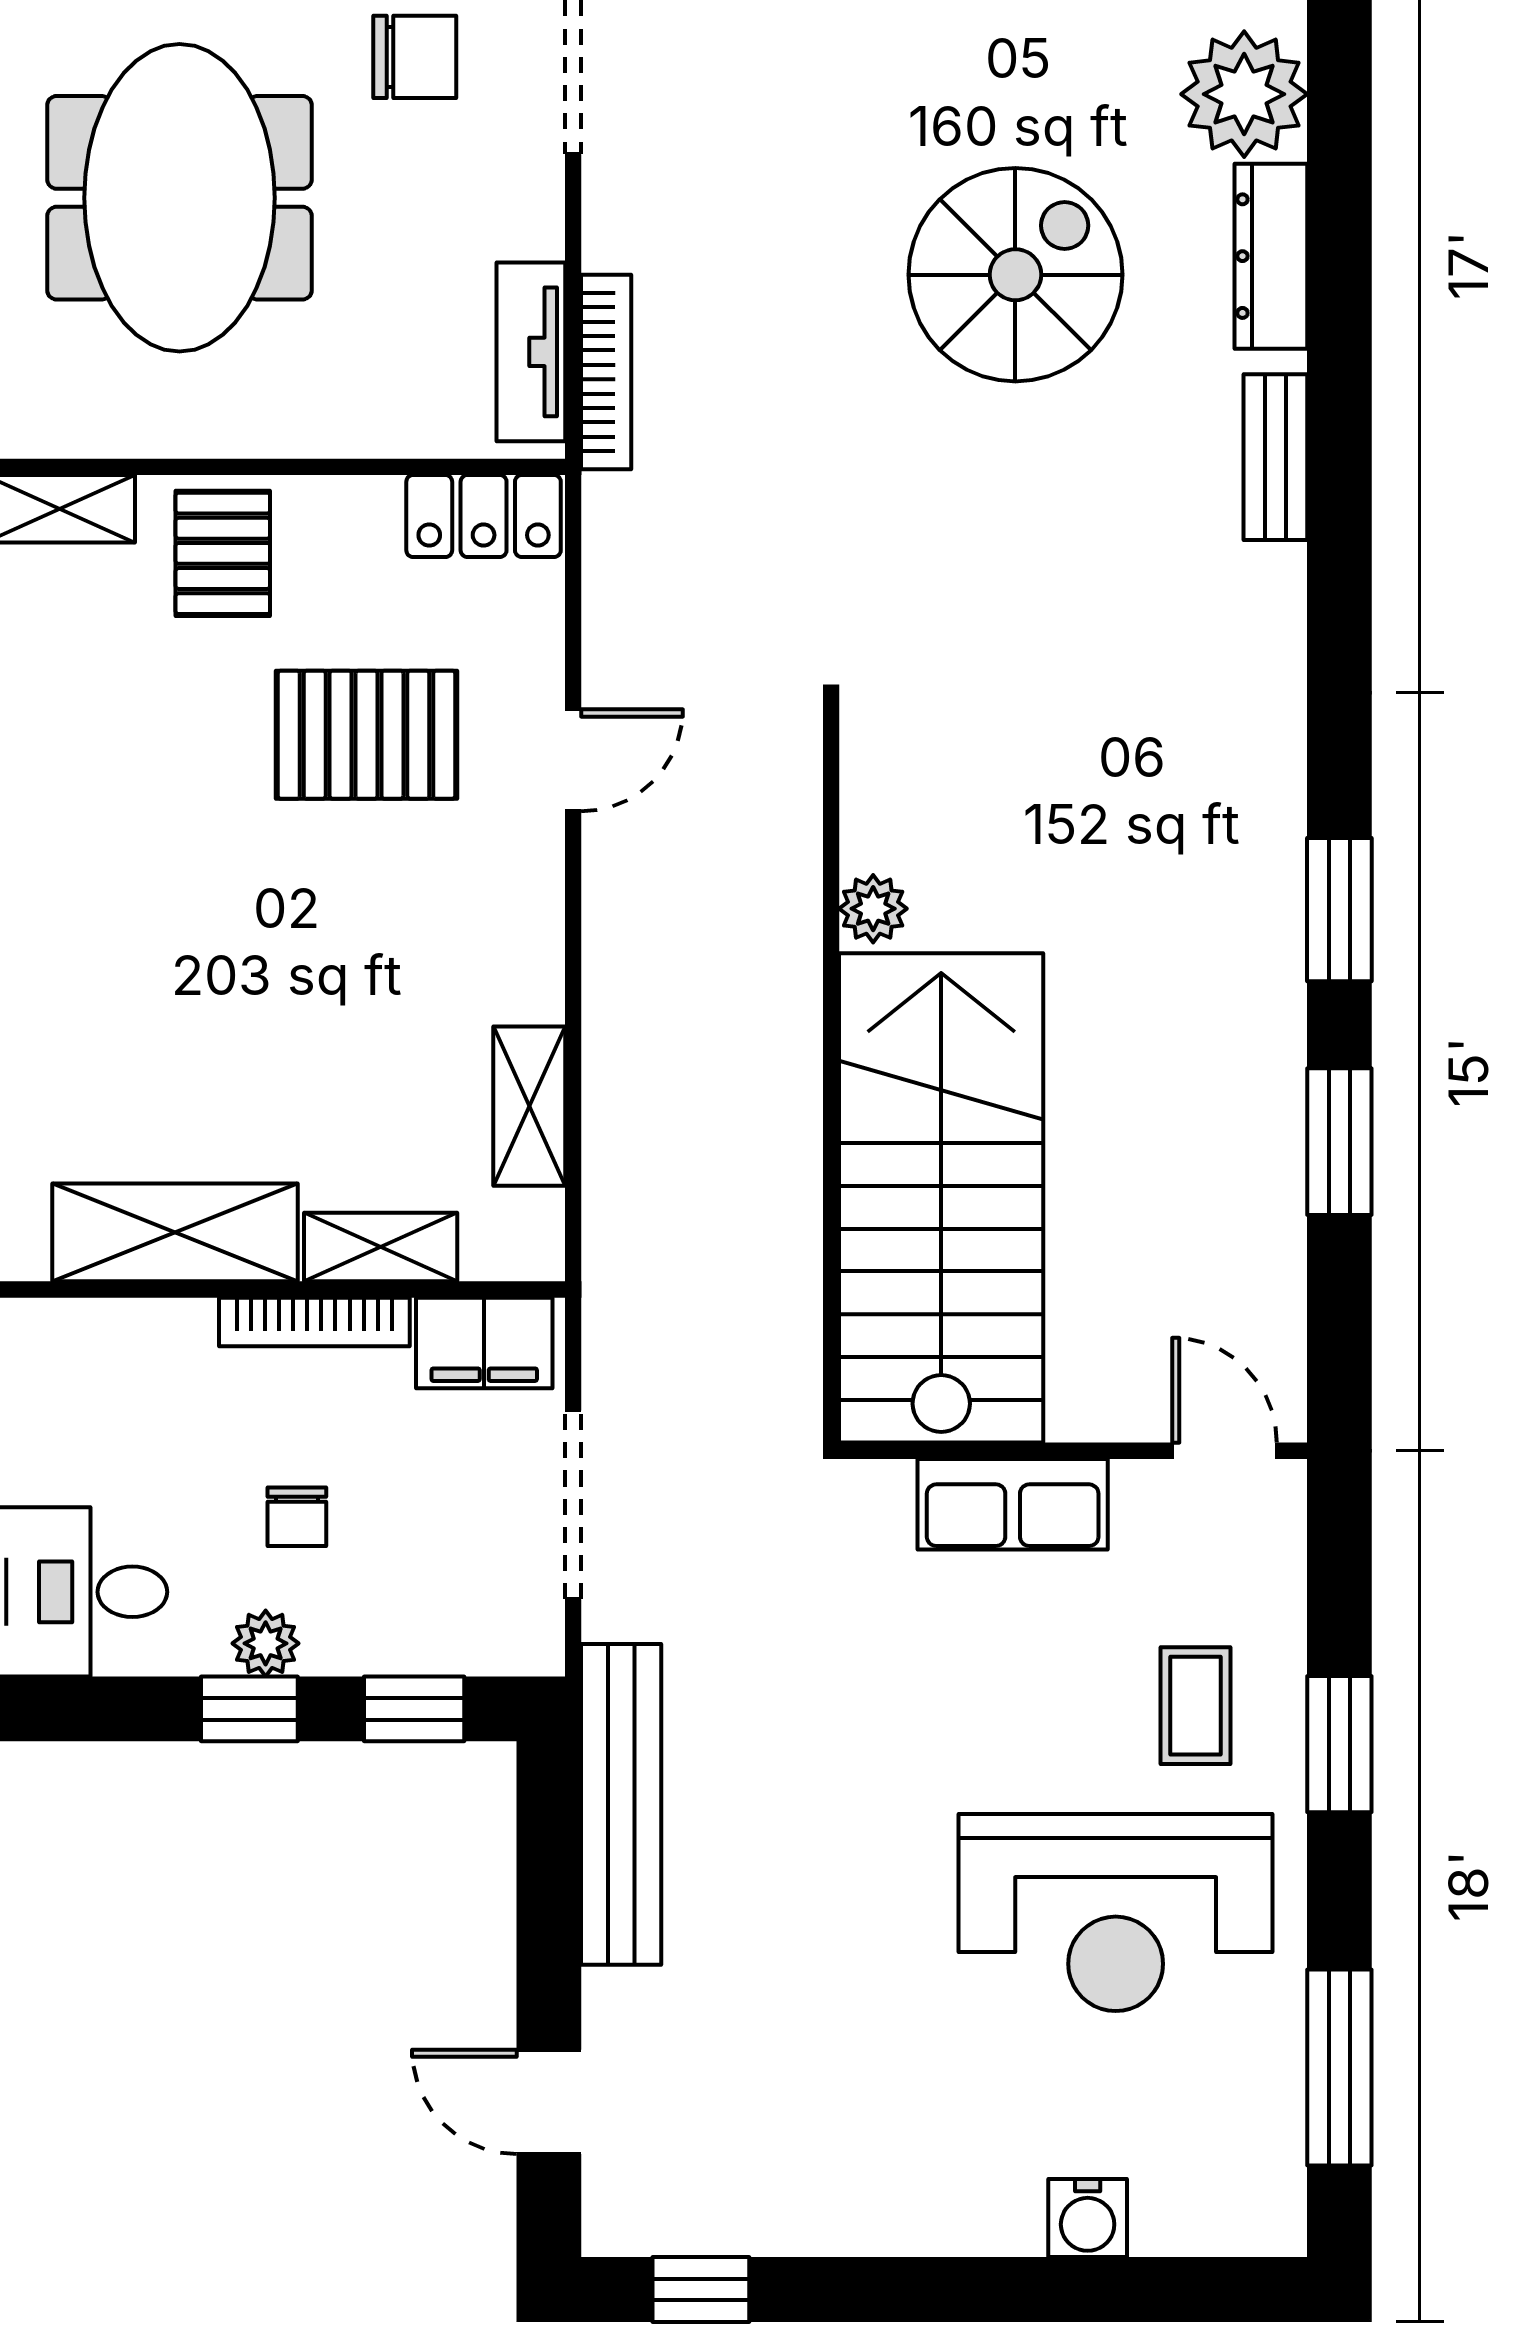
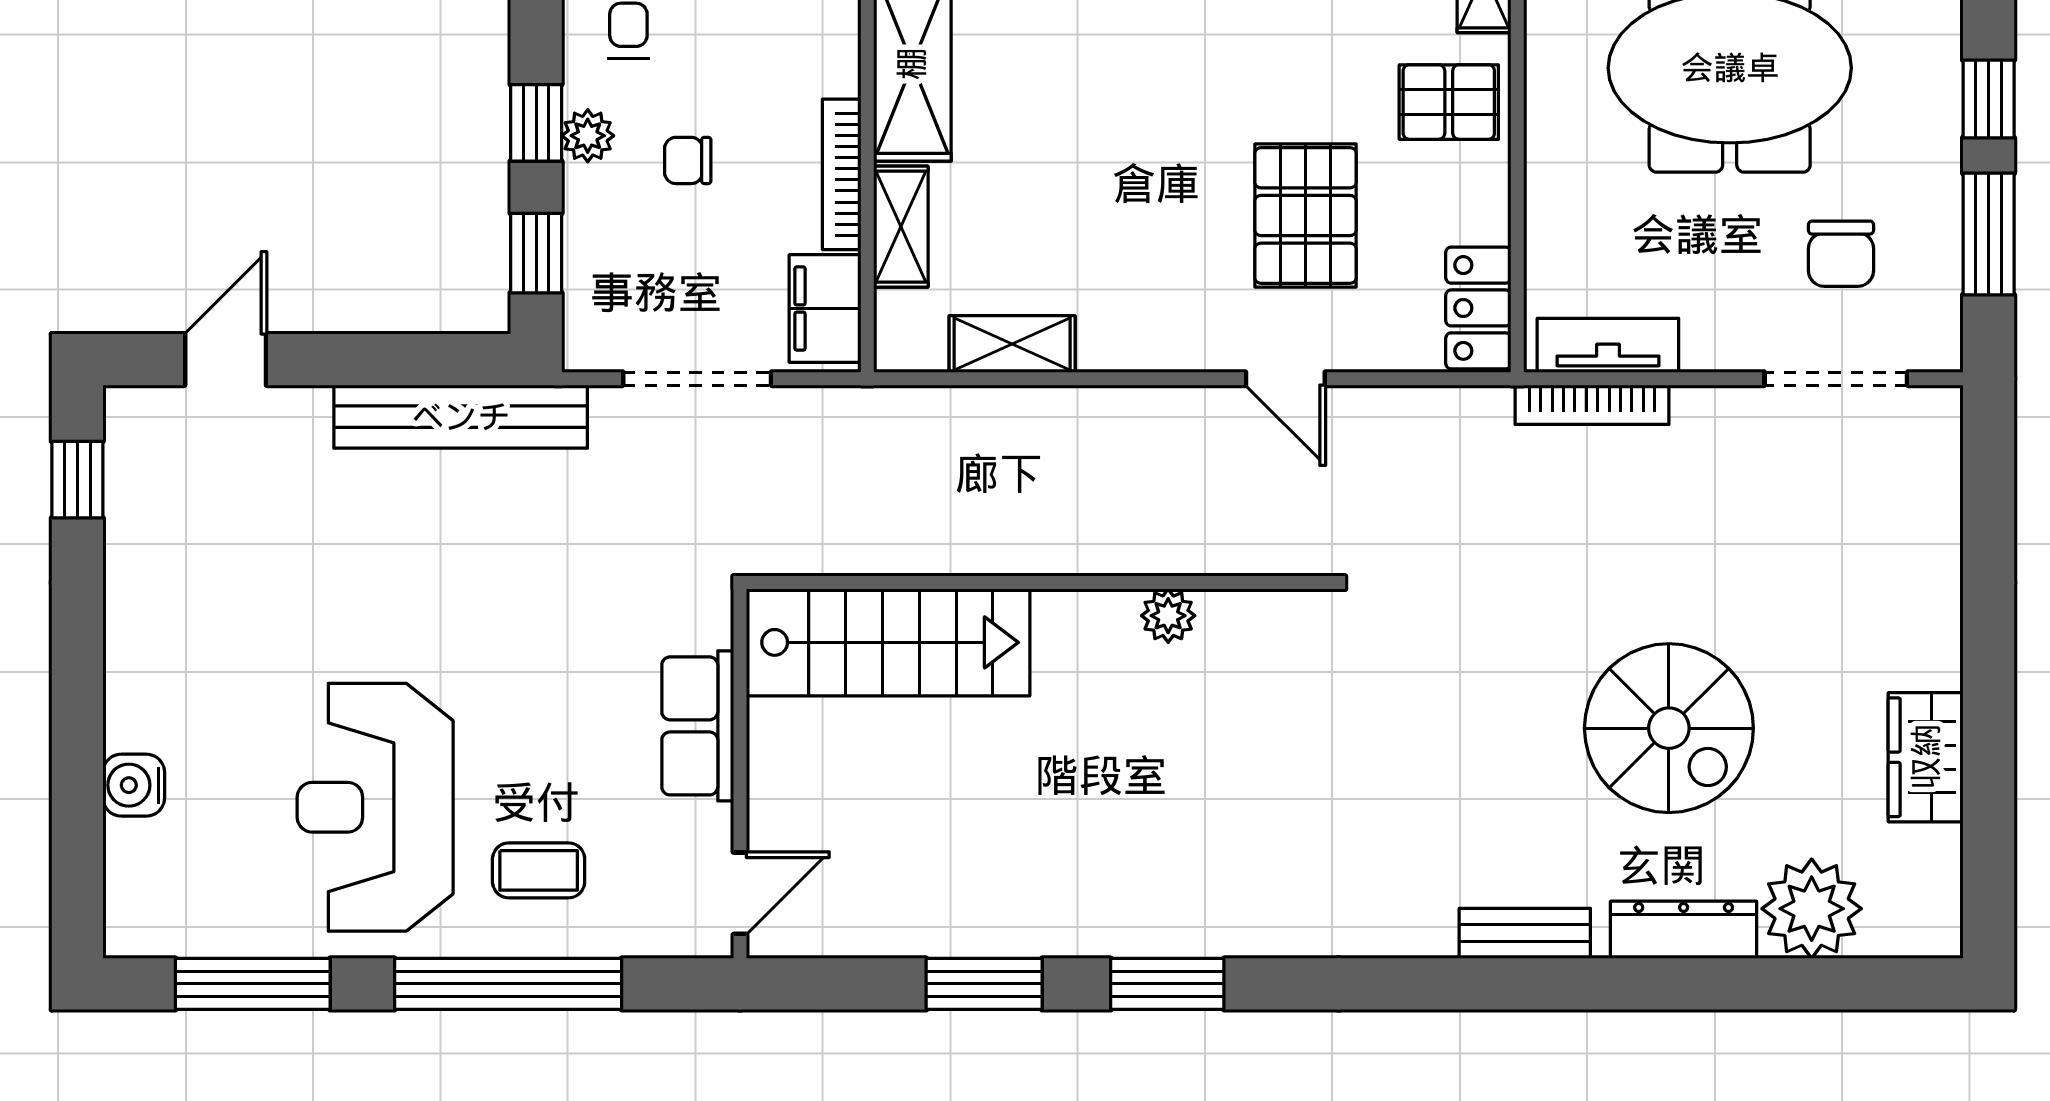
stairs: (941, 1198) -> (888, 642), width x0.73, depth x0.66
window: (1339, 1744) -> (508, 984), width x2.11

